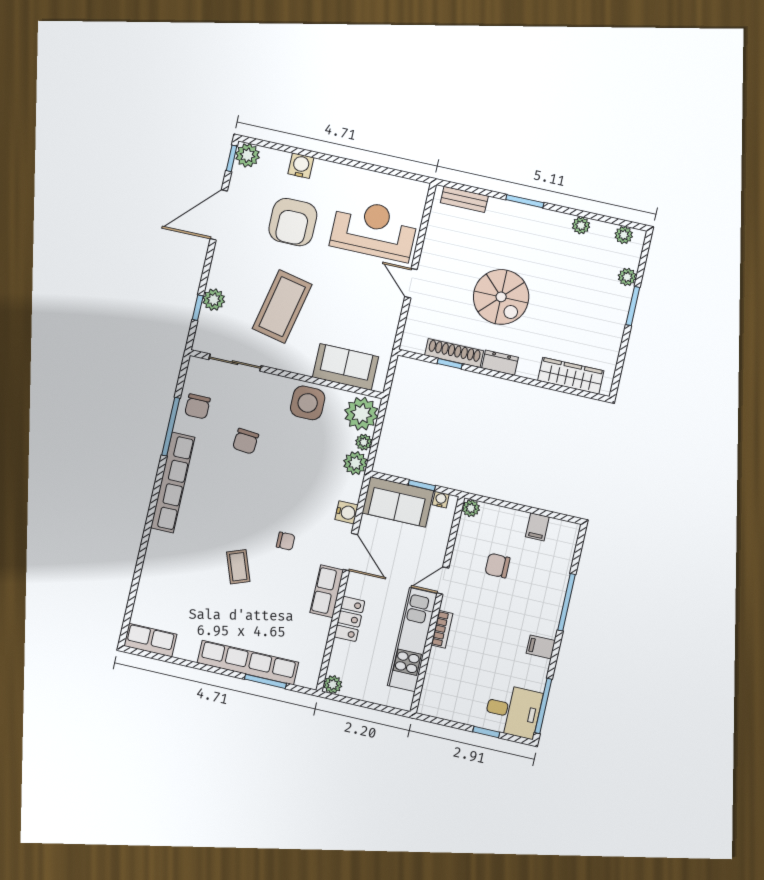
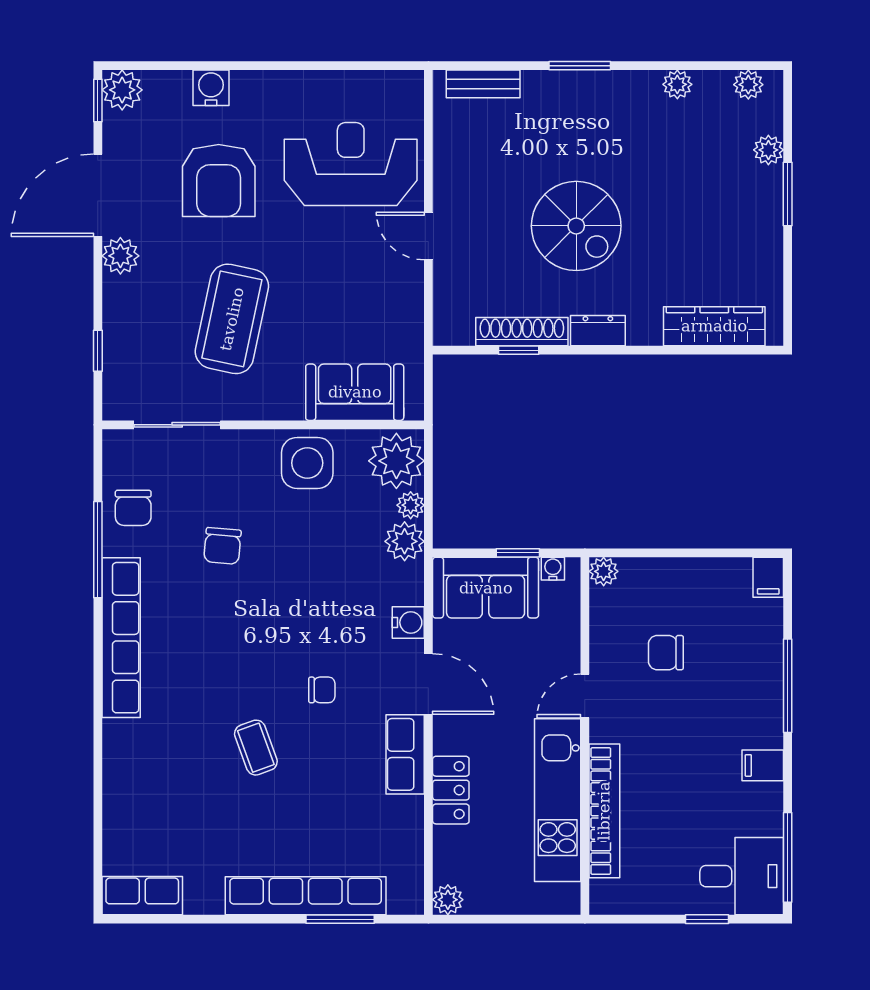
plant: (214, 300) -> (120, 256), moved
filing cabinet: (537, 527) -> (768, 577), moved
bookcase: (442, 629) -> (604, 811), width x2.31, depth x1.31

